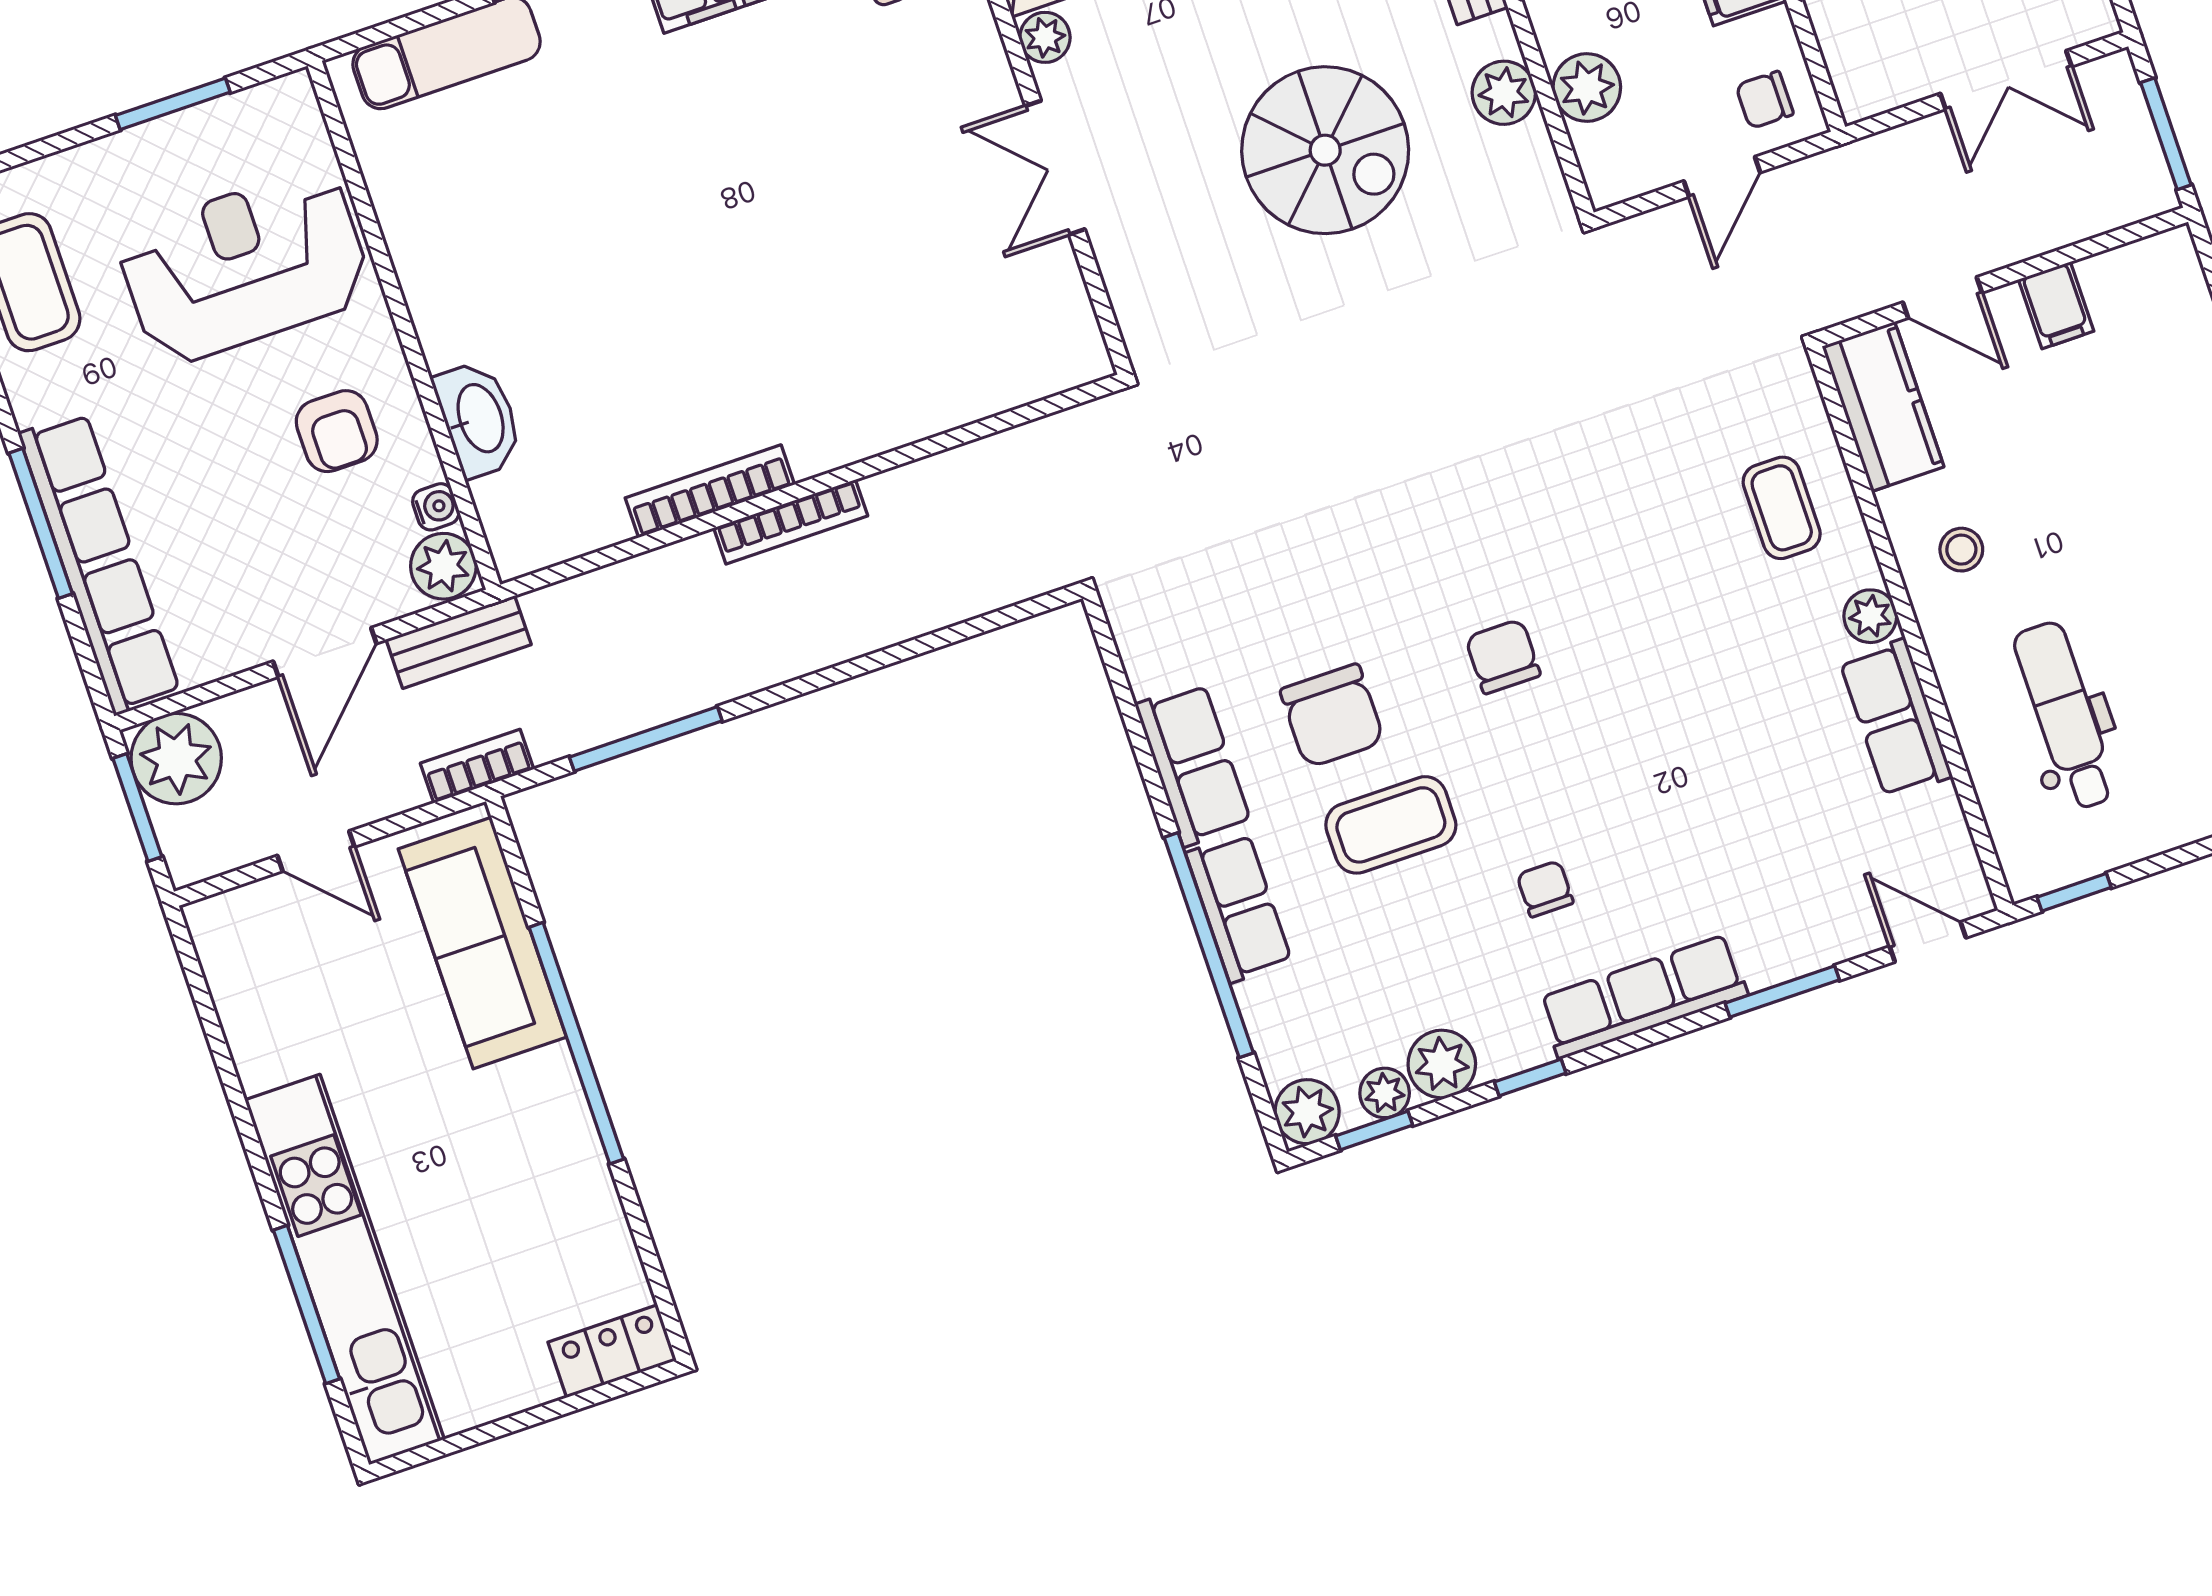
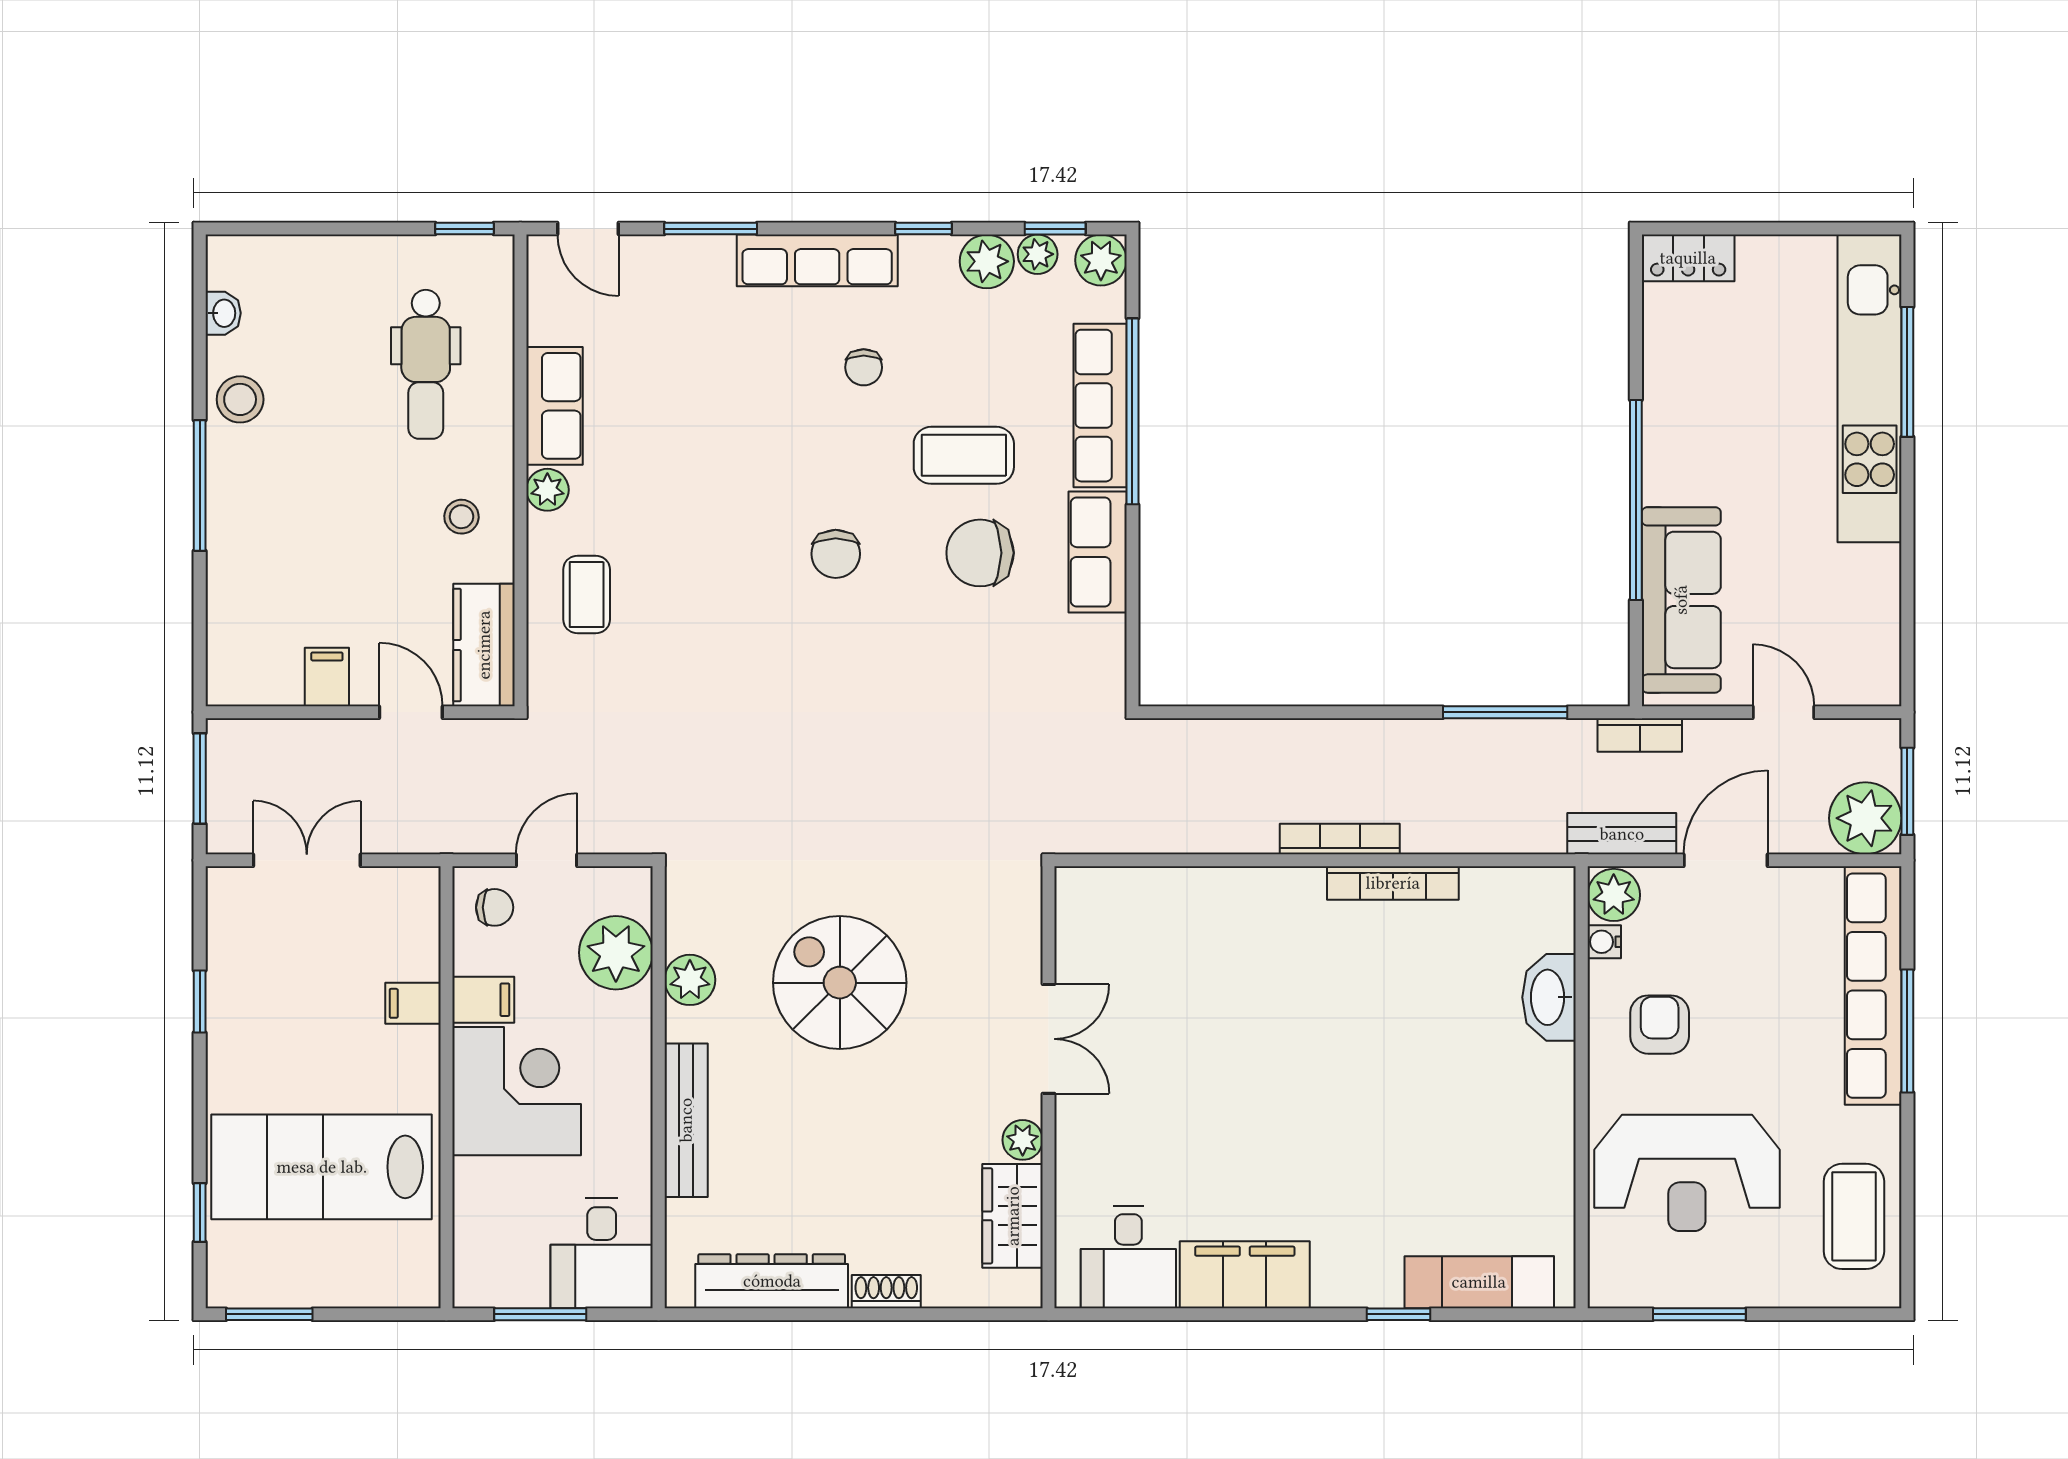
plant: (1587, 88) -> (616, 953), width x1.36, depth x1.36
chair: (1332, 716) -> (980, 553), turned -90
row of seats: (1239, 908) -> (1100, 406), width x1.48

